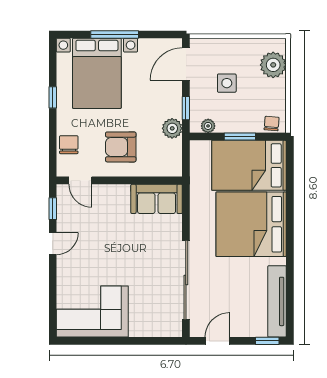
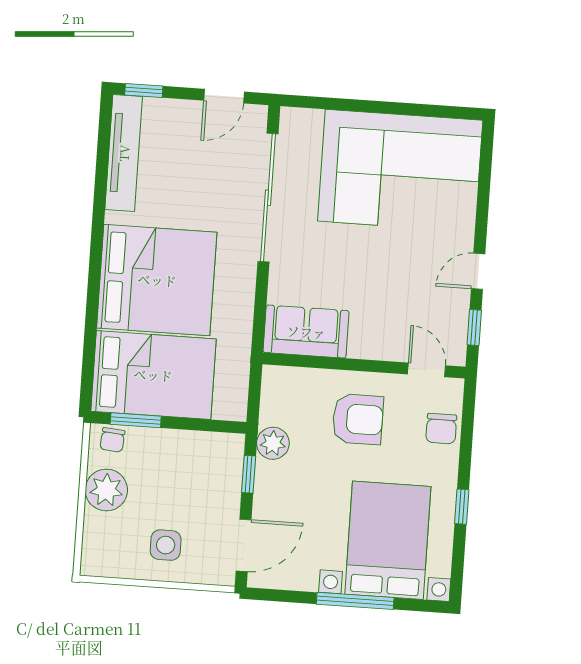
plant: (273, 65) -> (106, 490), moved
side table: (227, 83) -> (166, 545), moved
plant: (208, 126) -> (215, 443), removed
window: (240, 137) -> (136, 420), moved
corner sofa: (92, 312) -> (400, 171), width x1.36, depth x1.36

